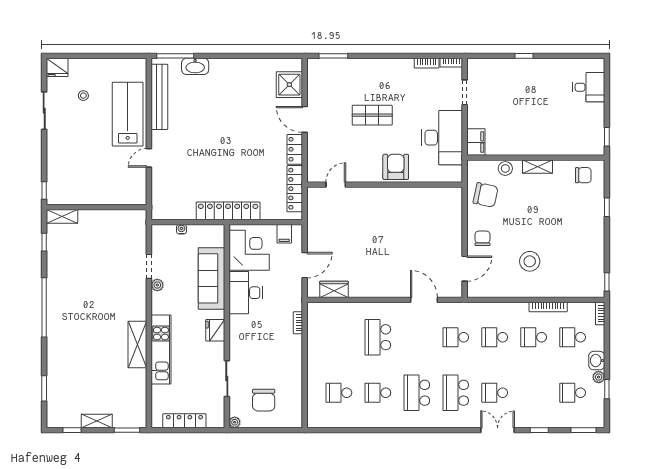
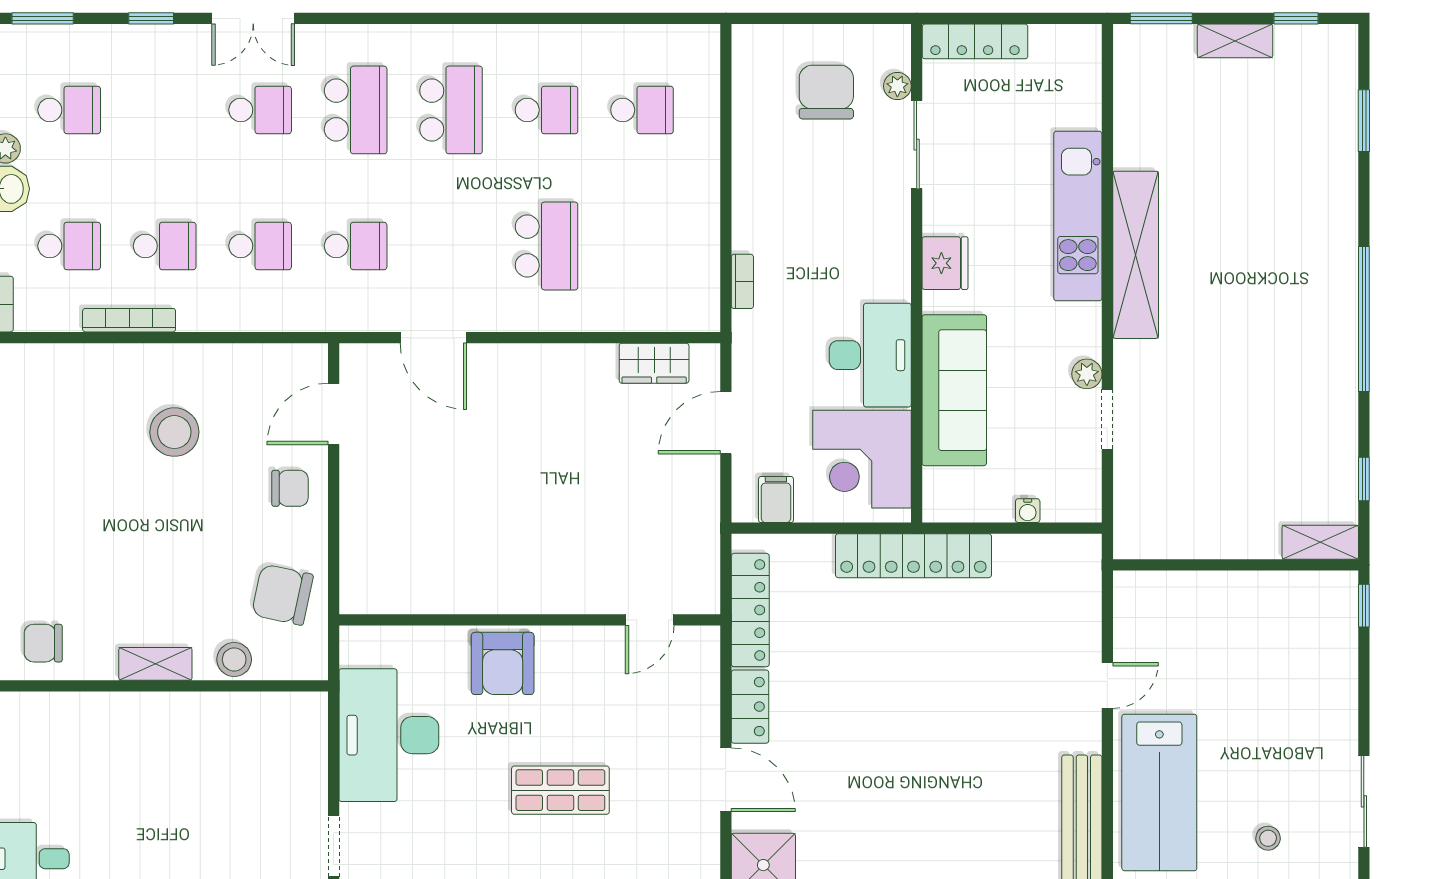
filing cabinet: (476, 142) -> (306, 724), removed
chair: (482, 238) -> (290, 488), turned -90
shelving: (137, 345) -> (1136, 255), width x1.47
locker: (184, 421) -> (975, 41), moved
plant: (235, 422) -> (897, 86), moved

